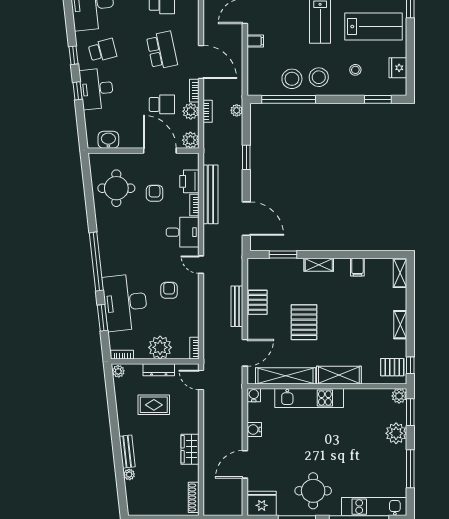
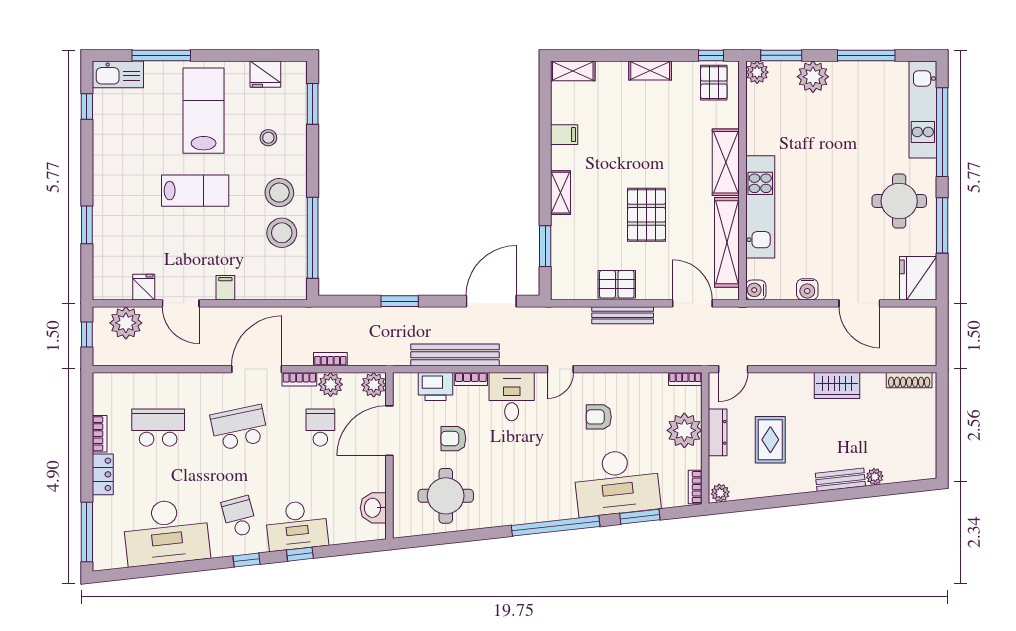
plant: (237, 110) -> (329, 316), removed
pallet: (304, 322) -> (646, 215), turned 90

